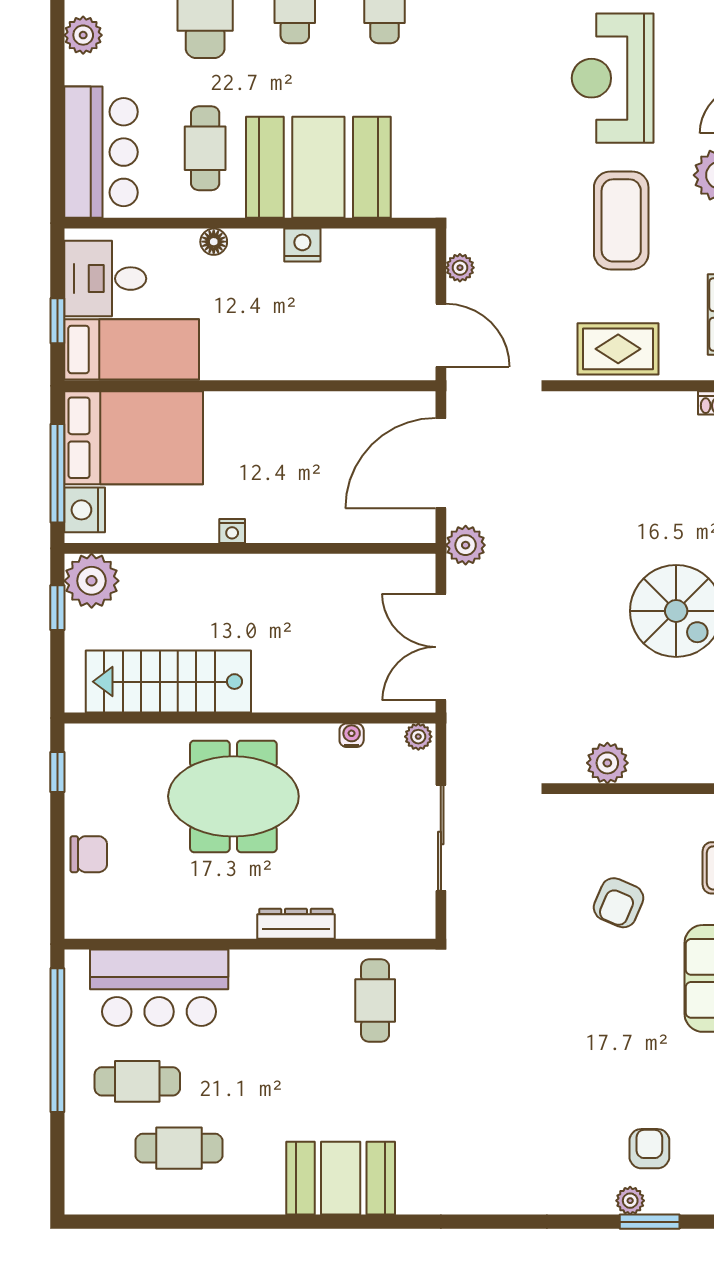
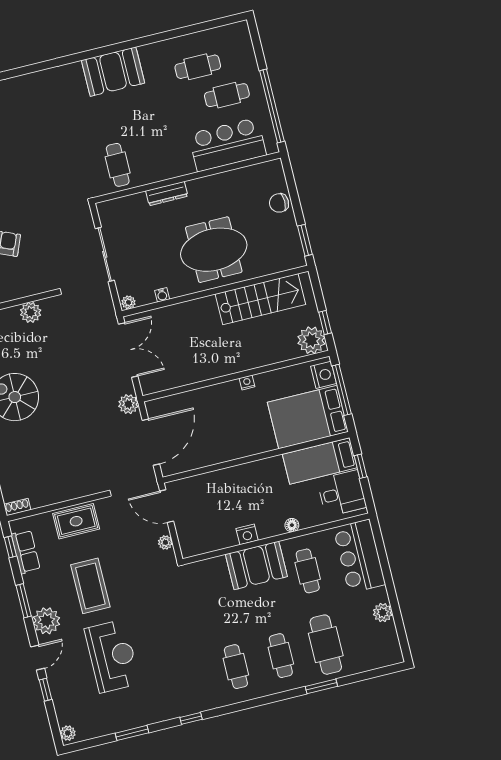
booth: (318, 167) -> (256, 565), width x0.73, depth x0.70
window: (57, 772) -> (305, 240), width x1.50

